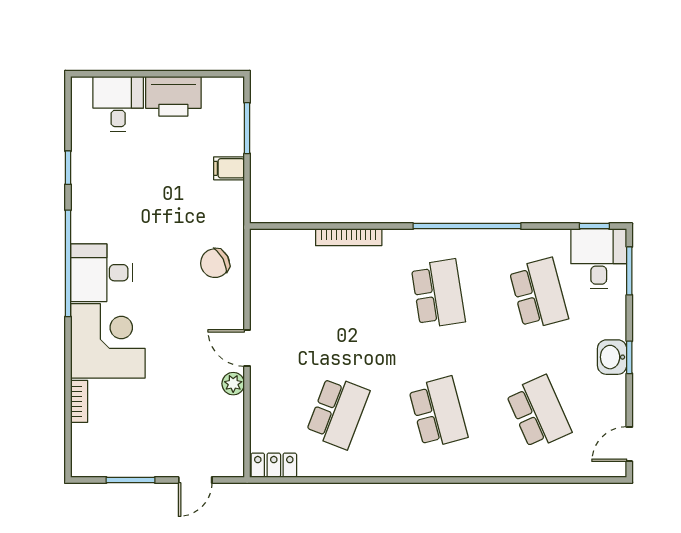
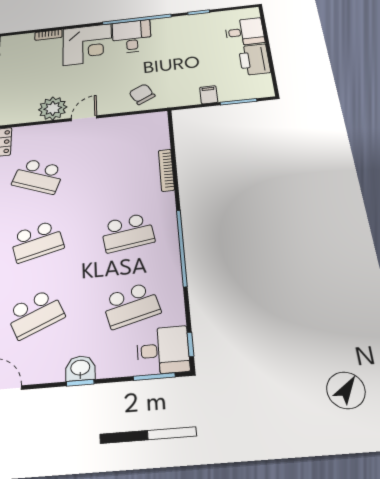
plant: (233, 384) -> (53, 108), width x1.88, depth x1.88

